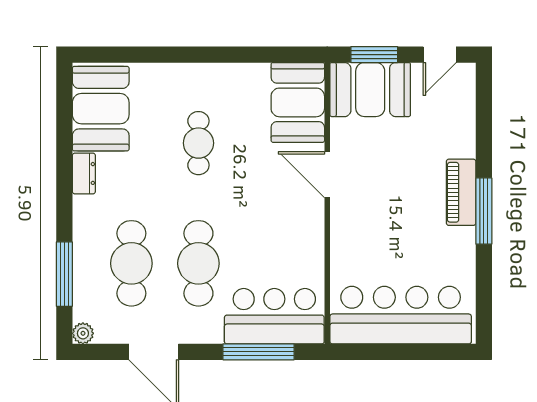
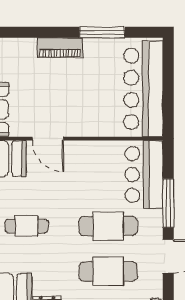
door: (327, 175) -> (48, 139), hinge flipped
window: (484, 211) -> (102, 32), moved
window: (259, 352) -> (168, 203), moved

